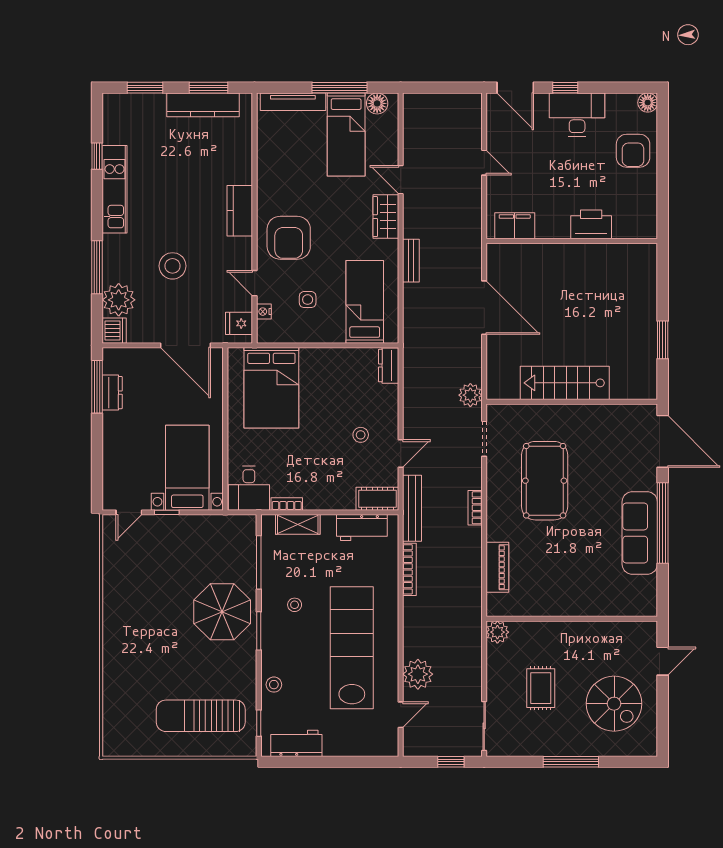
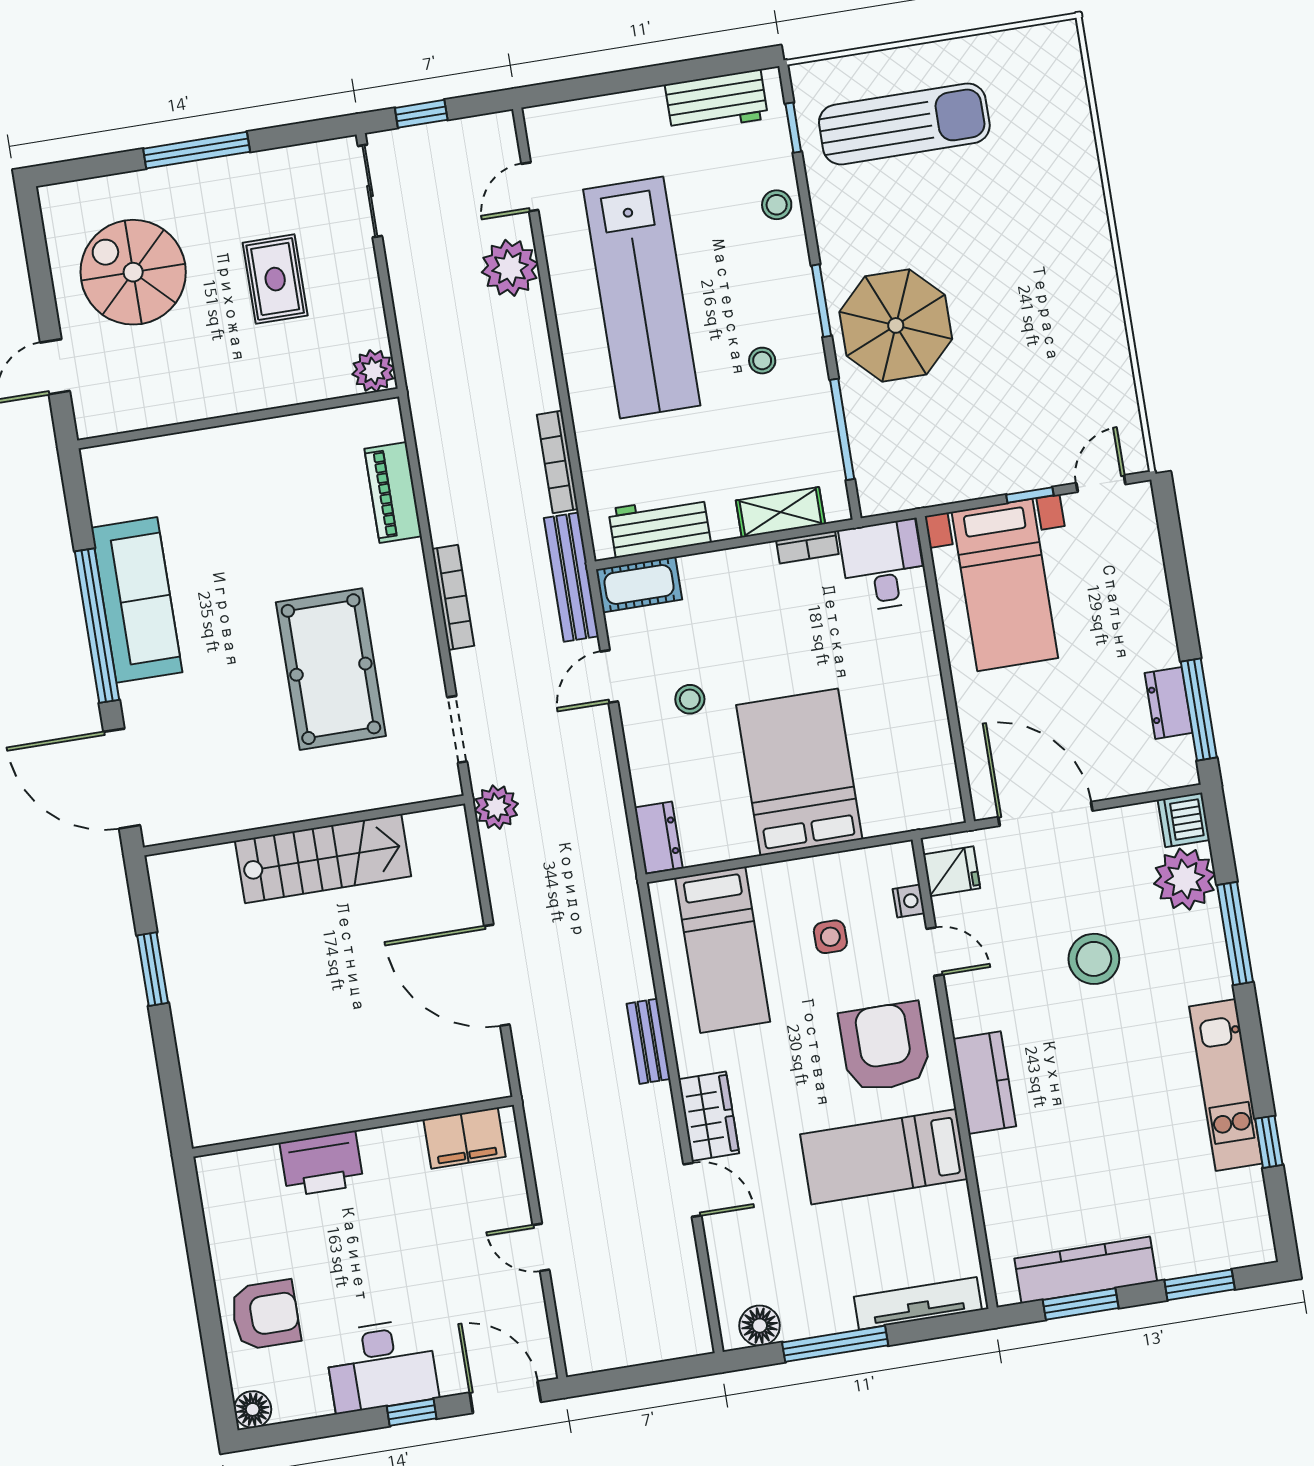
bed: (346, 134) -> (884, 1157), moved, turned -90
armchair: (633, 151) -> (265, 1315), turned 90
bed: (271, 388) -> (799, 772), moved
bookcase: (475, 508) -> (453, 597), width x1.56

